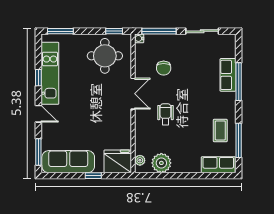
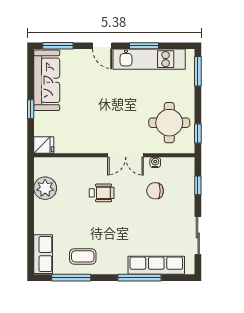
window: (159, 31) -> (198, 185), width x0.46
water cooler: (139, 38) -> (155, 162), moved
row of seats: (228, 75) -> (156, 265), width x1.48
window: (38, 78) -> (144, 46), width x1.50
door: (38, 114) -> (102, 46), hinge flipped
plant: (140, 160) -> (48, 163), removed
fridge: (118, 161) -> (44, 145), width x0.53, depth x0.75

